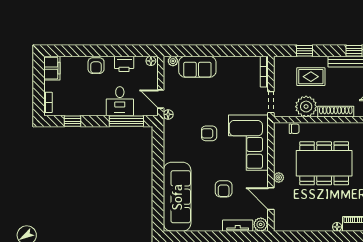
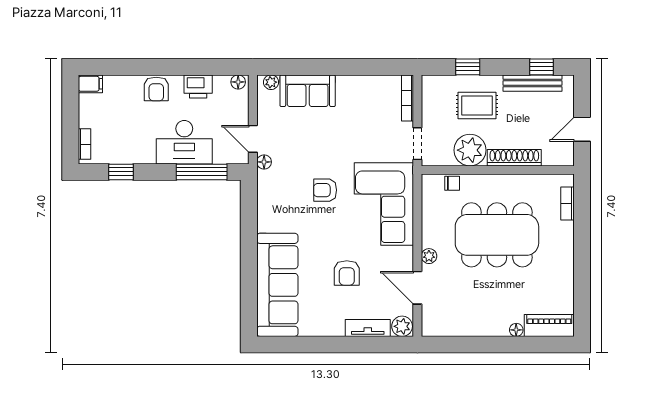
filing cabinet: (52, 68) -> (90, 84), width x0.50
desk: (120, 101) -> (184, 142), width x1.37

